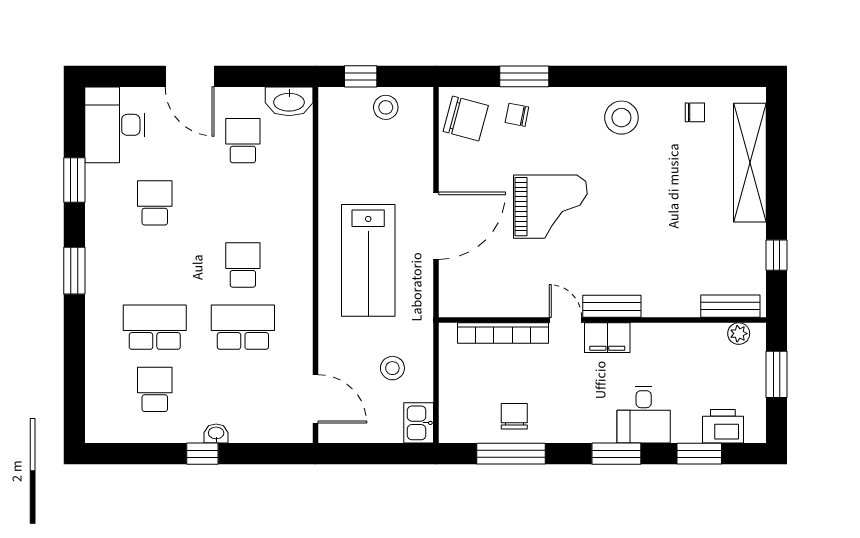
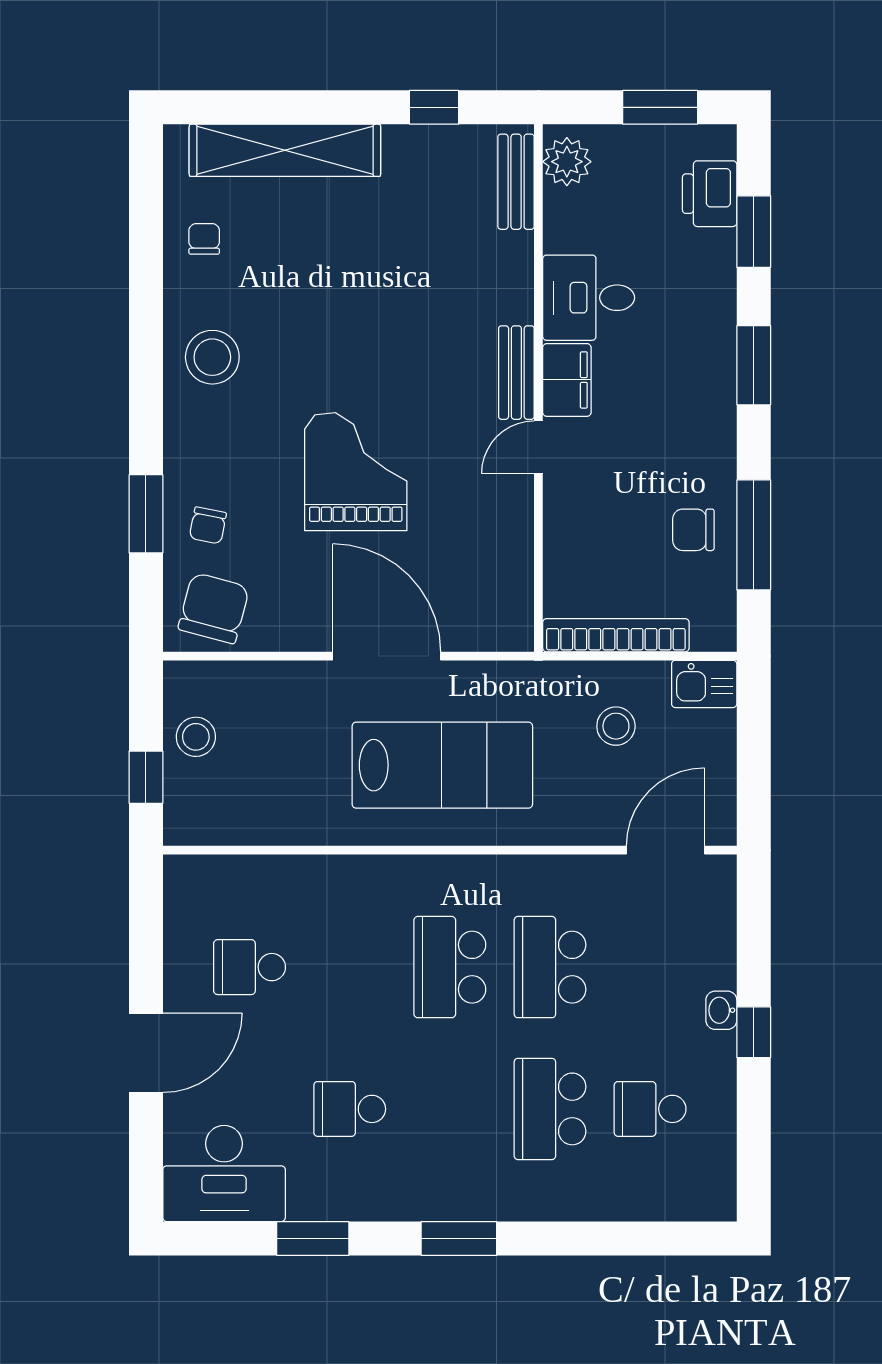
washbasin: (289, 101) -> (186, 893), removed
school desk: (243, 265) -> (450, 967), width x1.85
bookcase: (503, 333) -> (616, 635), moved, turned -90
plant: (739, 334) -> (567, 162), width x1.38, depth x1.38
window: (777, 374) -> (660, 107), moved
desk: (644, 415) -> (589, 298), moved, turned 180

